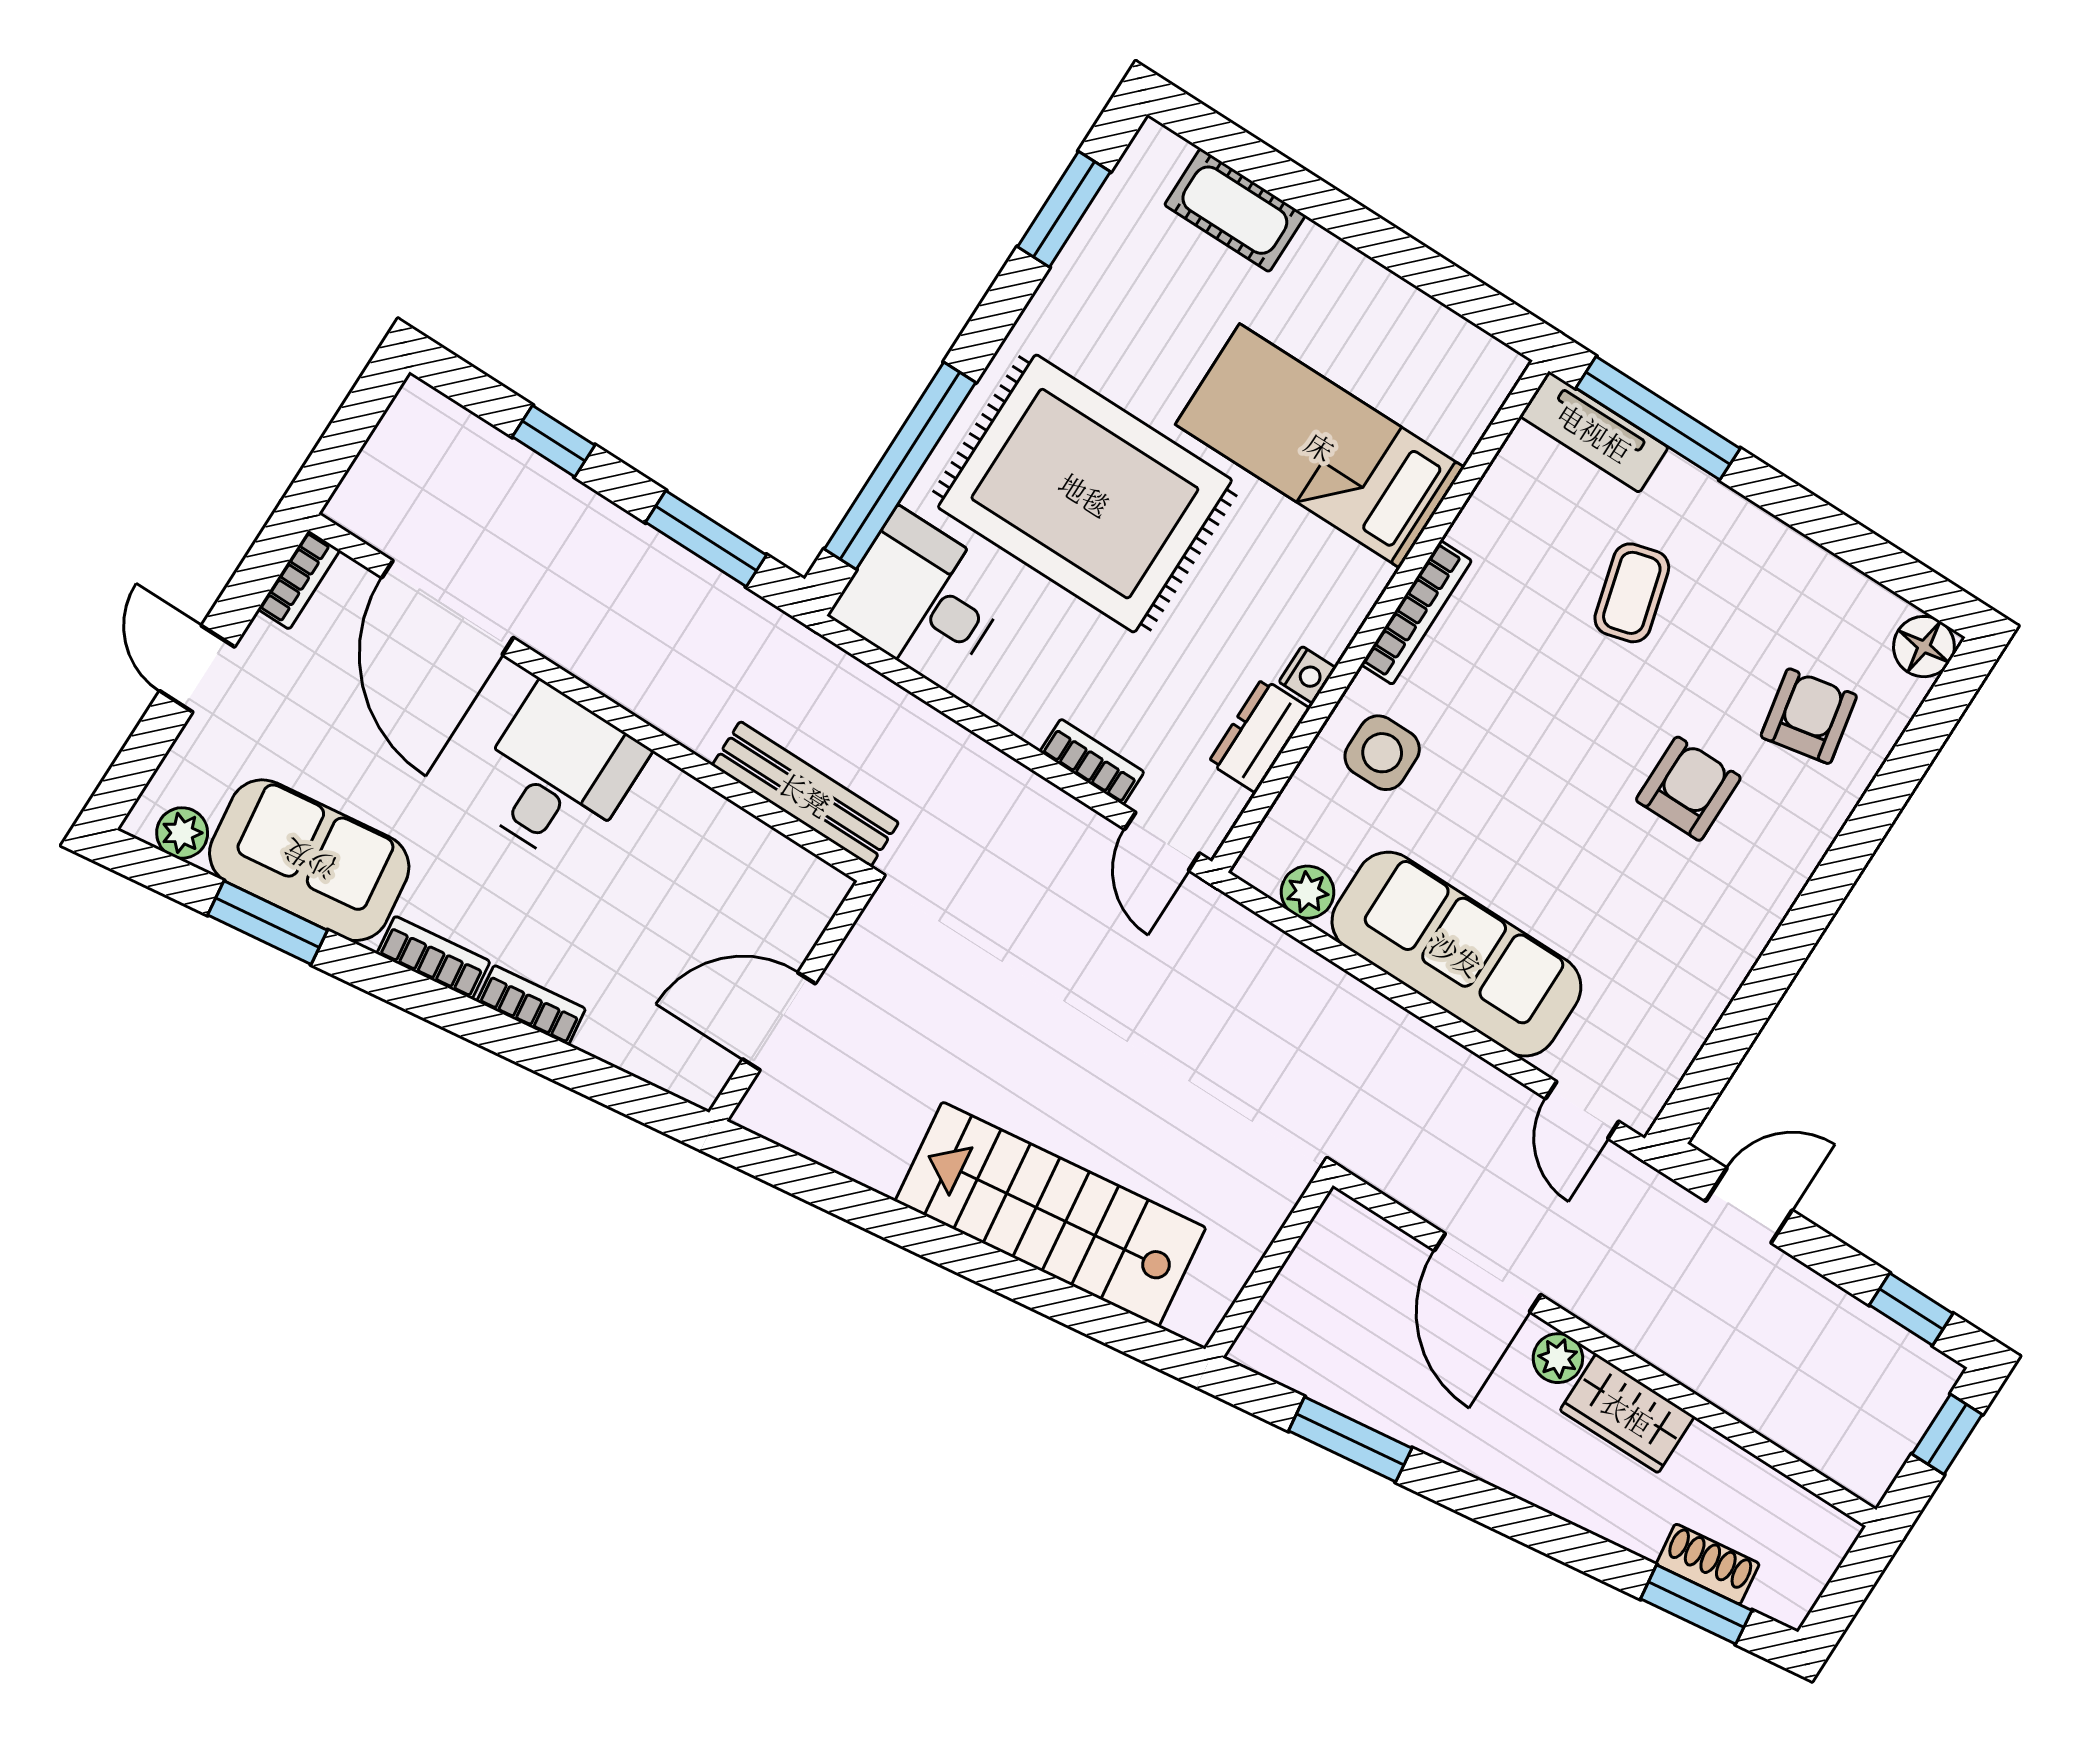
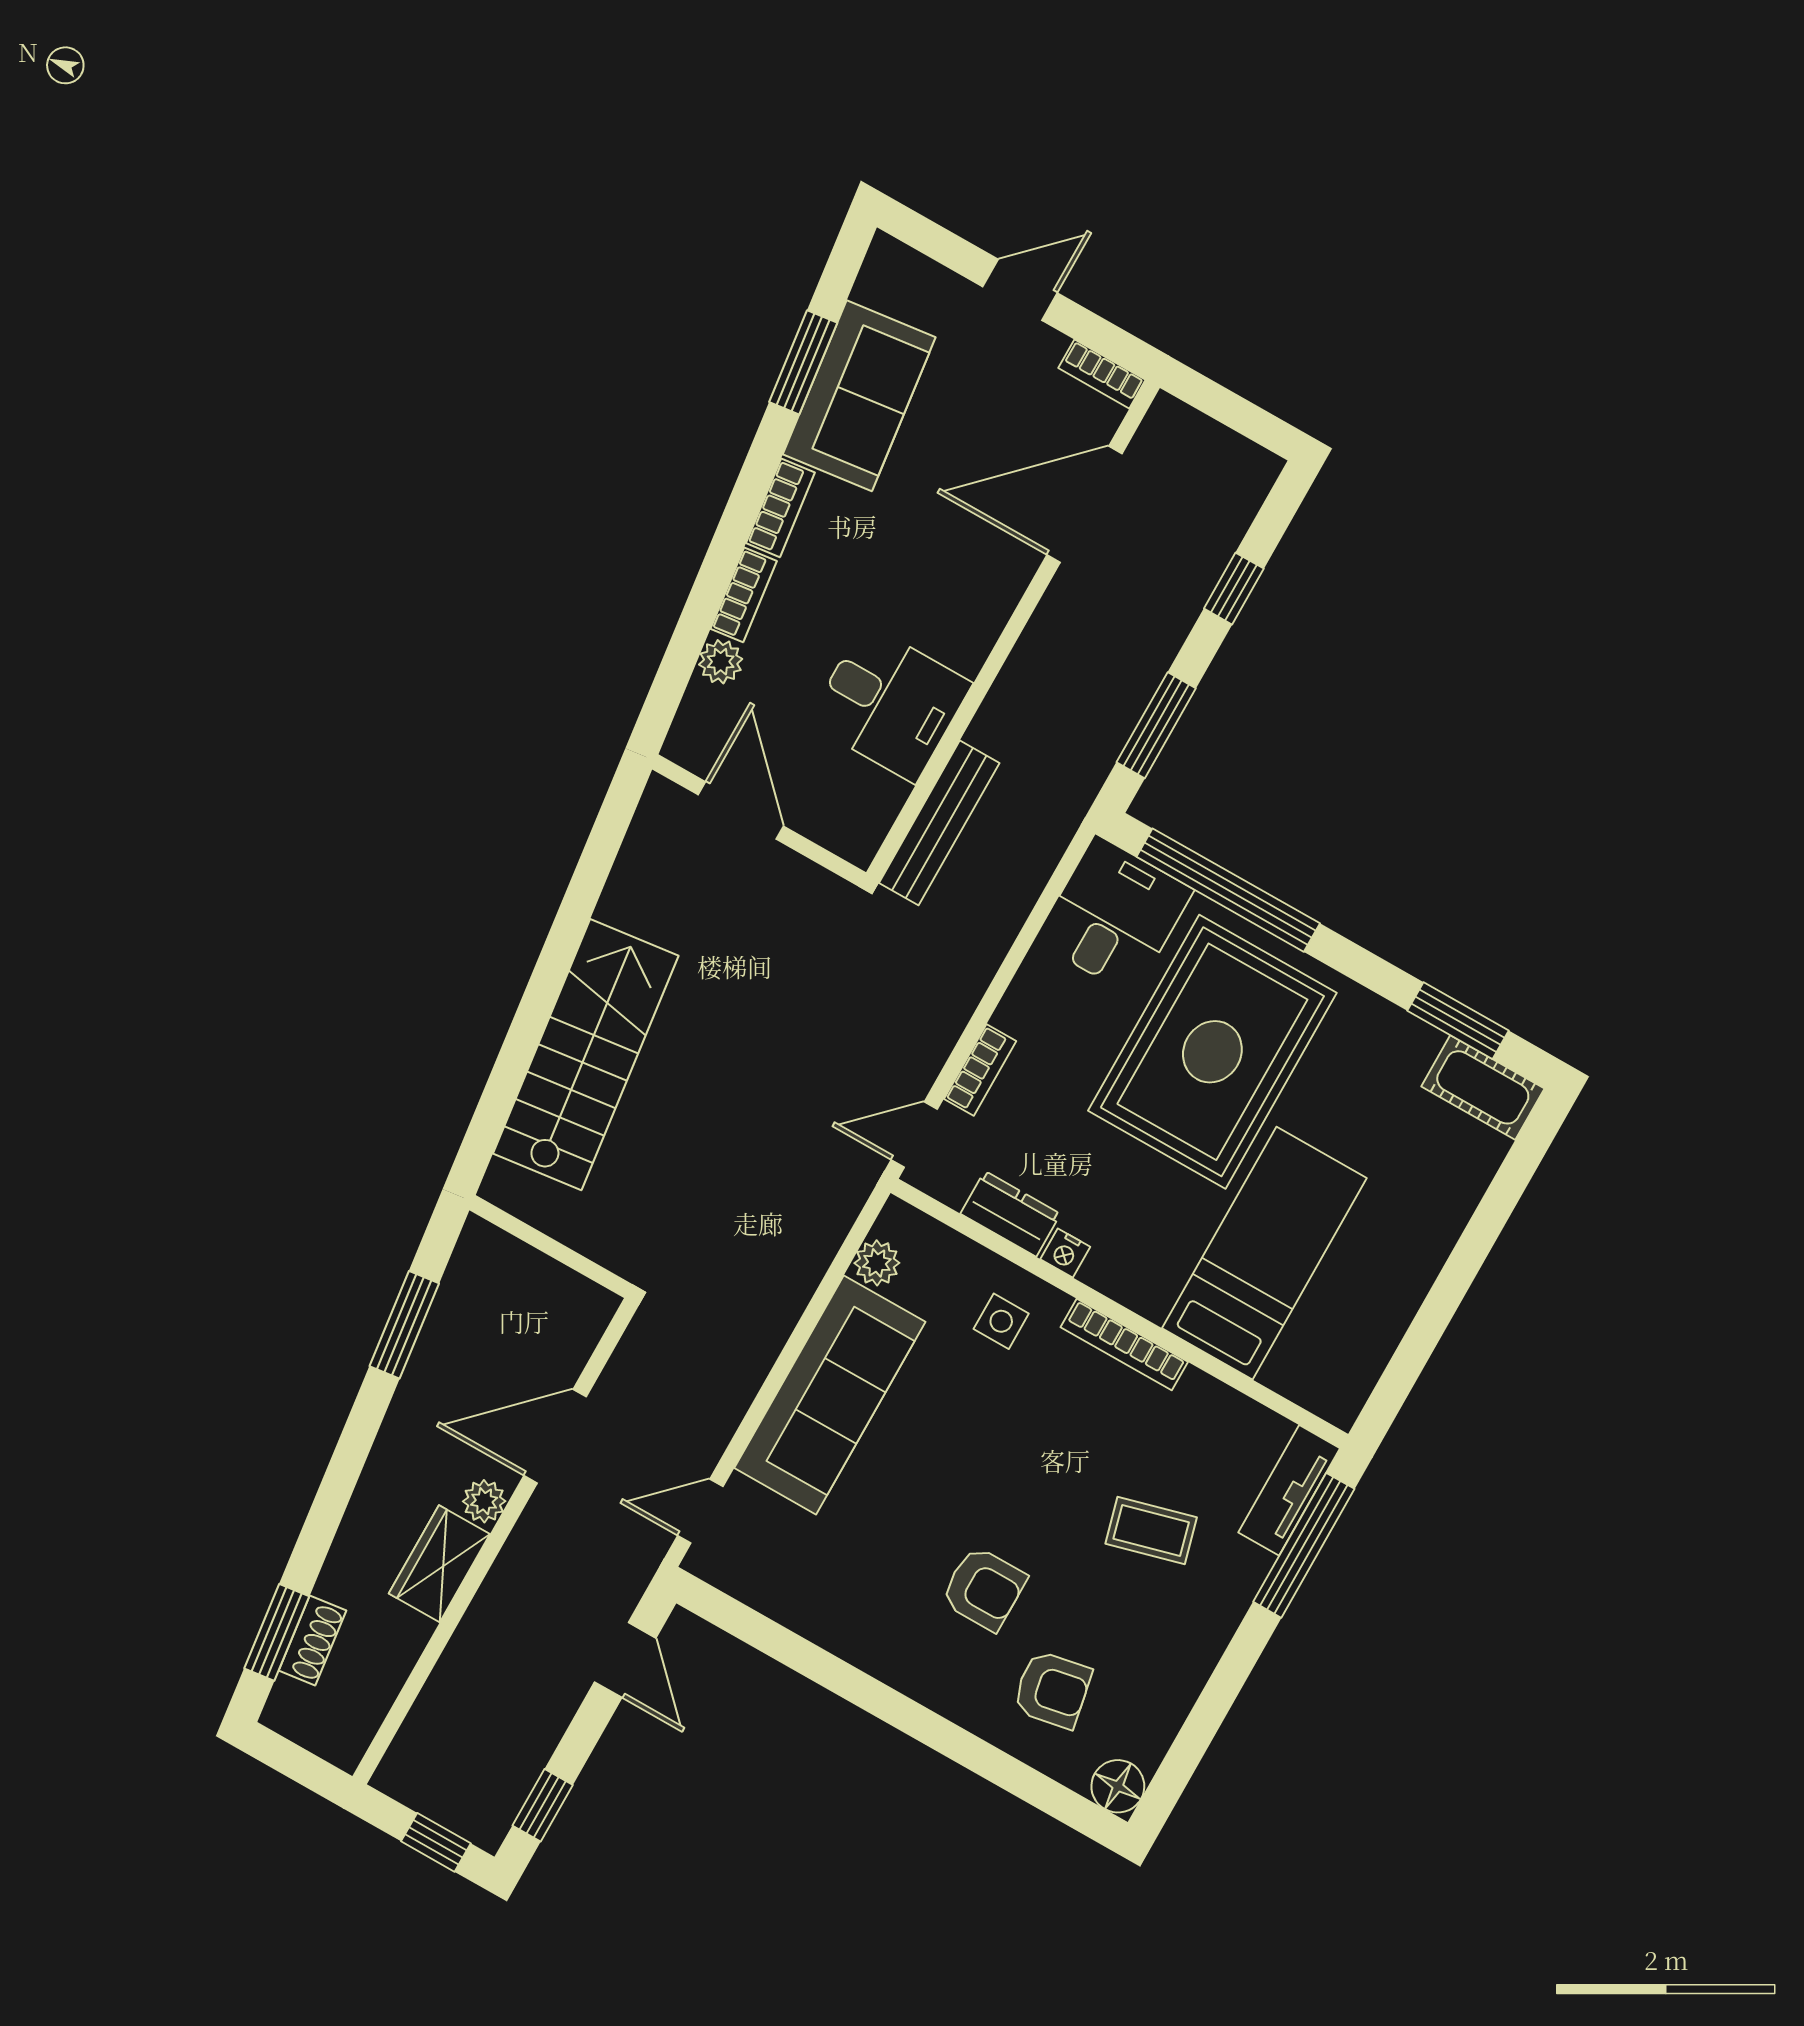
cot: (1235, 210) -> (1483, 1087), moved, turned 90
side table: (1382, 753) -> (1001, 1321), width x0.73, depth x0.73
desk: (557, 775) -> (890, 703), moved
plant: (182, 833) -> (721, 662), moved

